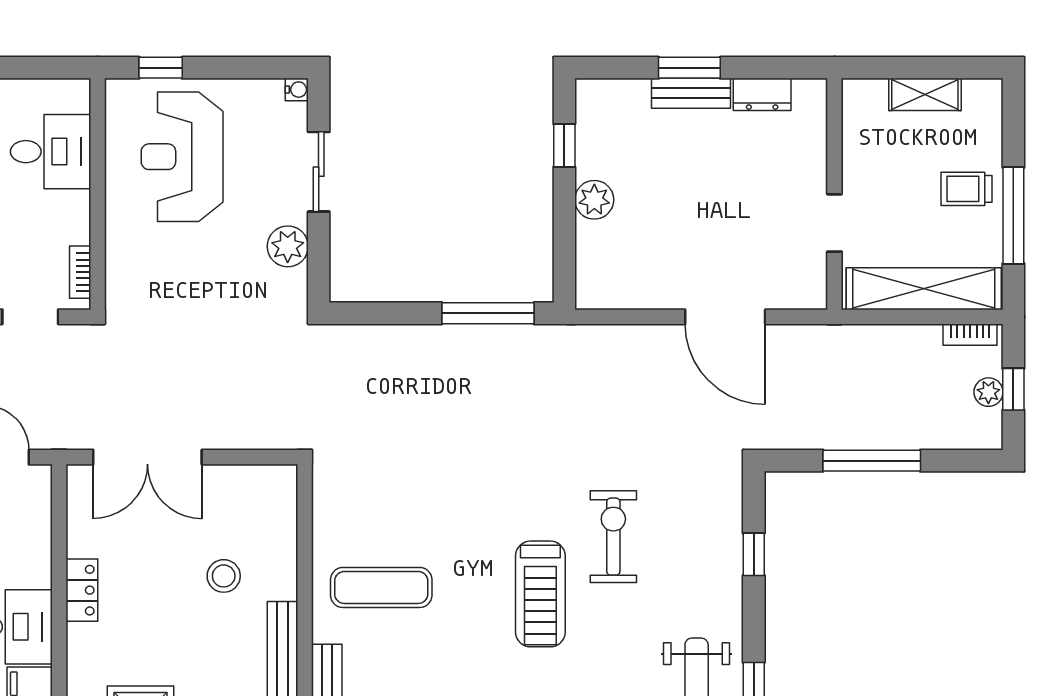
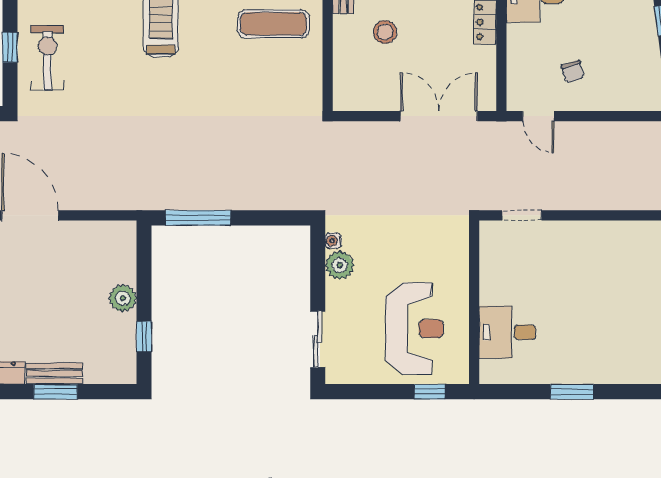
water cooler: (297, 90) -> (333, 241), moved
sliding door: (319, 172) -> (318, 339), moved
bookcase: (80, 272) -> (486, 247), removed
exercise bike: (613, 537) -> (47, 58), moved, turned 180

